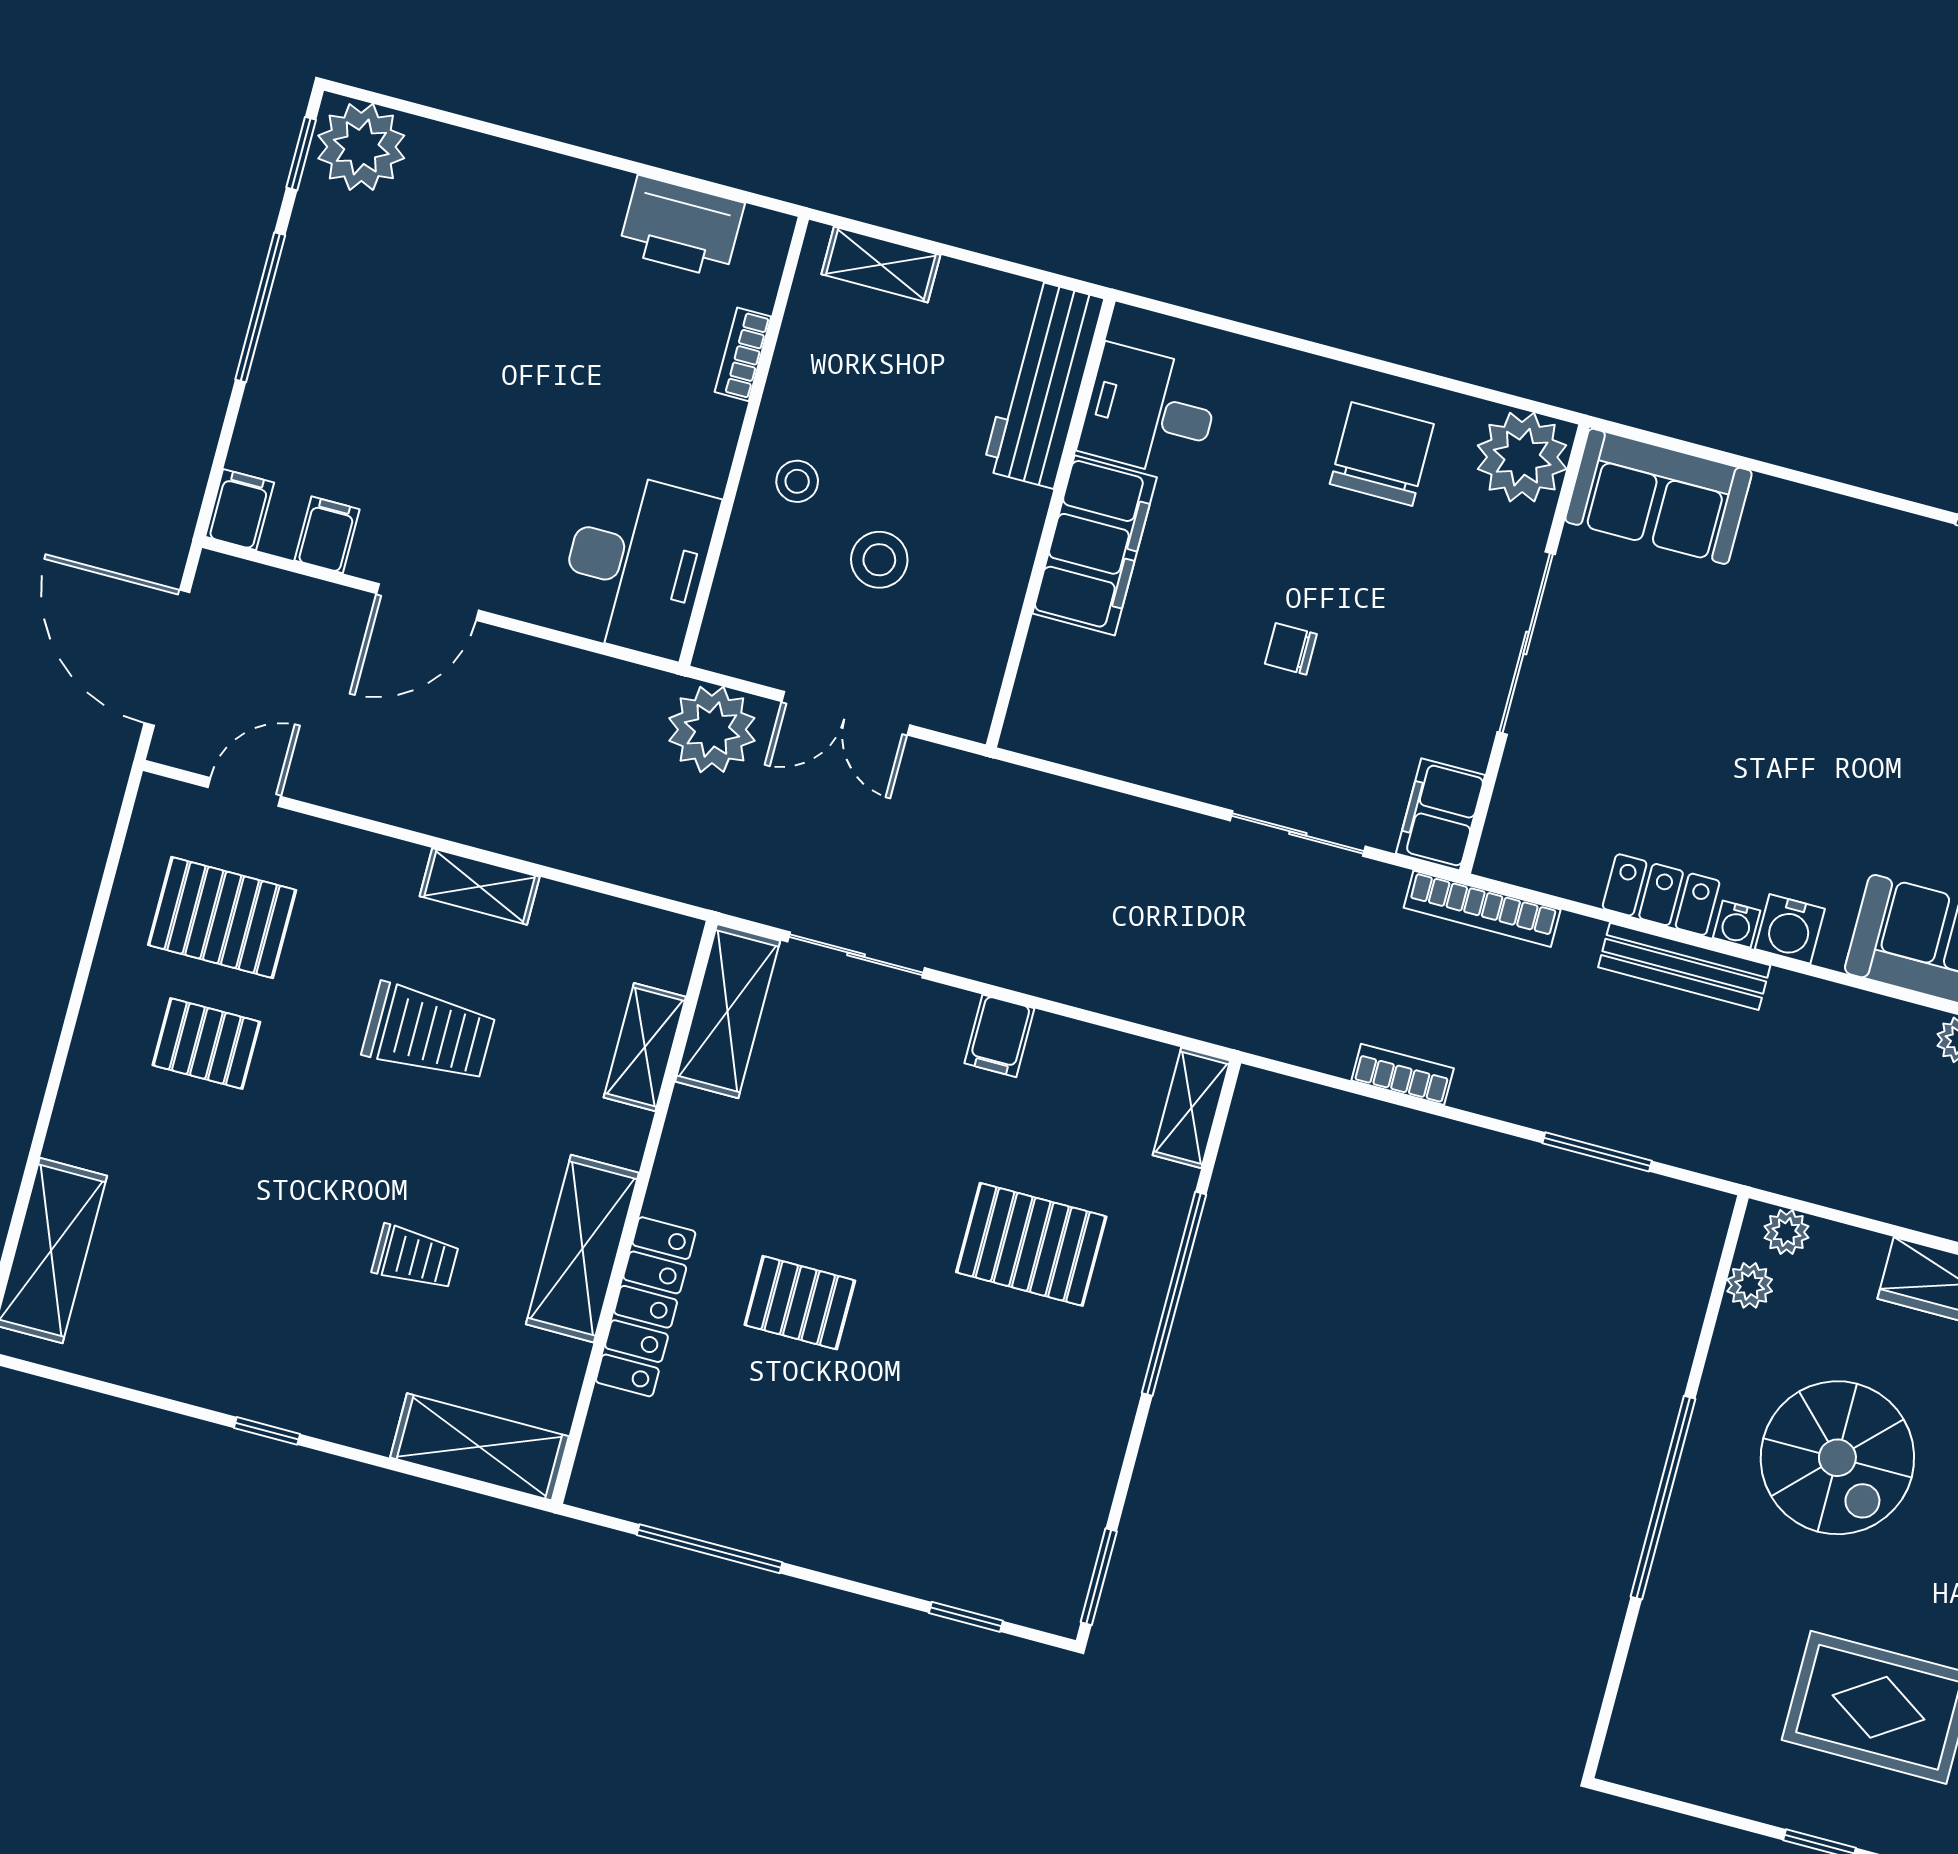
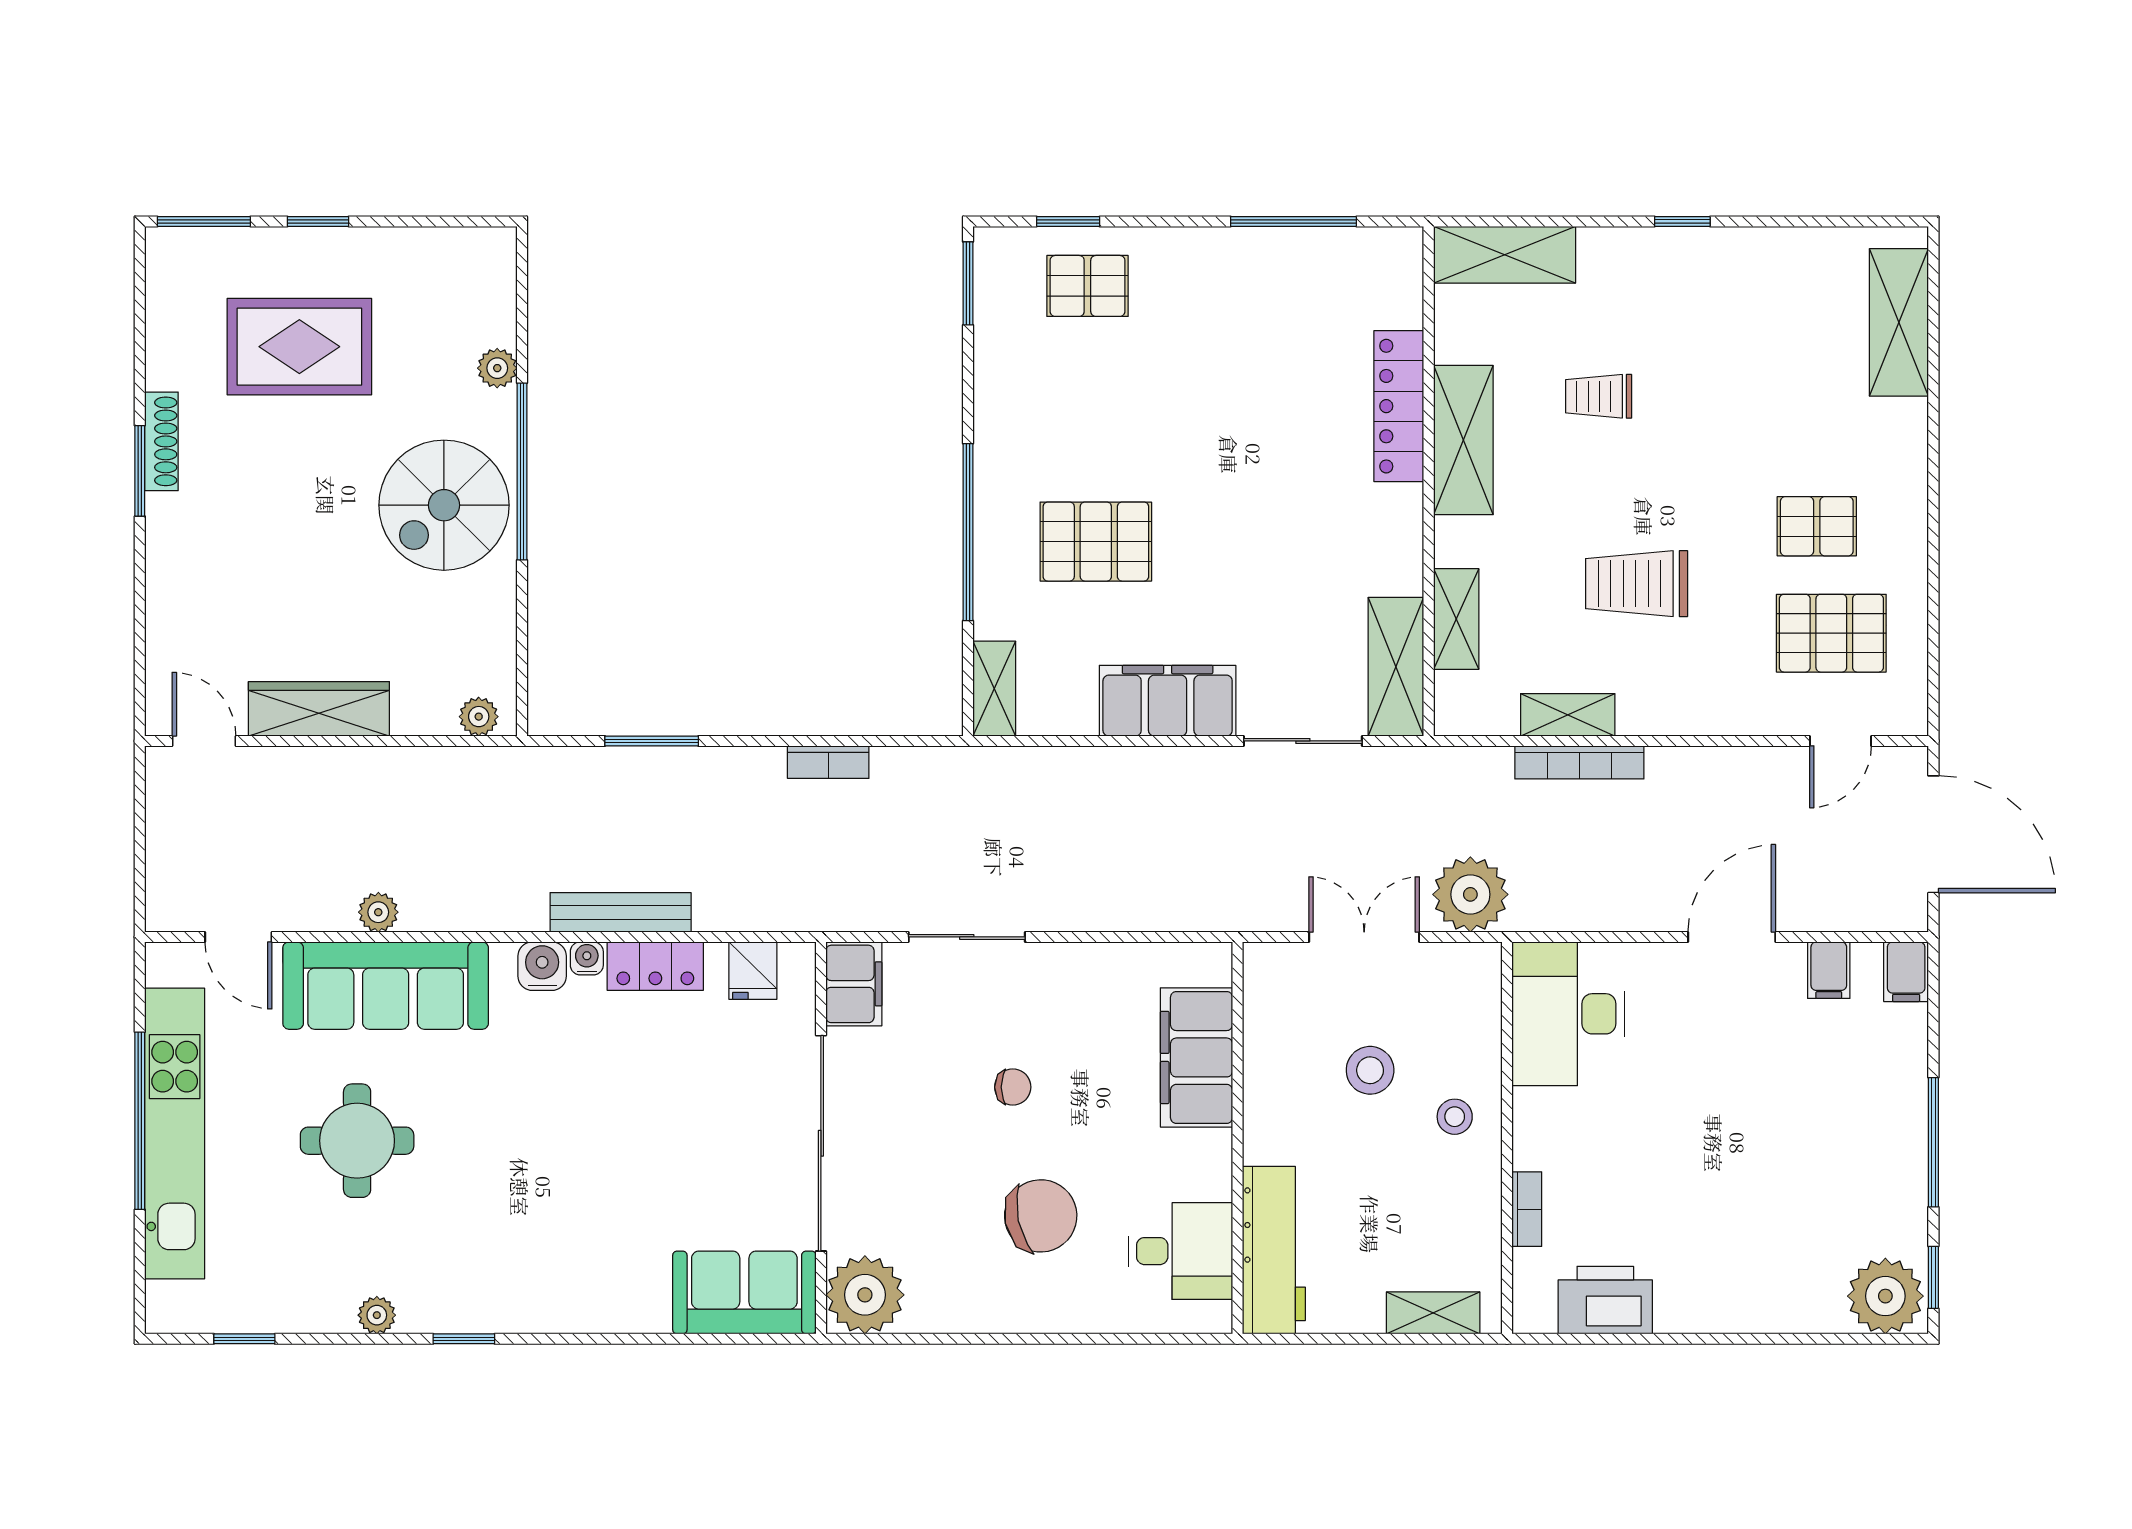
chair: (1382, 454) -> (1041, 1216), moved, turned -102
filing cabinet: (1095, 545) -> (1196, 1057), moved
sliding door: (1526, 643) -> (821, 1143), width x1.36
fridge: (1551, 860) -> (753, 971), added
shelving: (480, 886) -> (1568, 715), moved
bookcase: (1482, 909) -> (1579, 762), moved, turned 180
filing cabinet: (999, 1036) -> (1168, 701), width x3.00, depth x1.17
plant: (1750, 1285) -> (497, 368), moved
pallet: (800, 1303) -> (1087, 286), moved
spiral stairs: (1837, 1458) -> (444, 505), moved, turned -90

